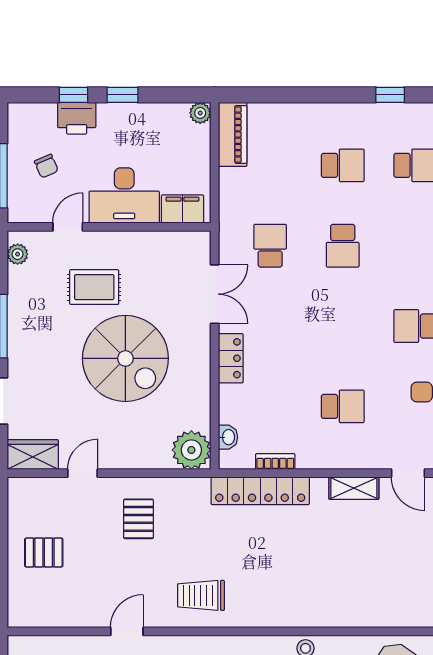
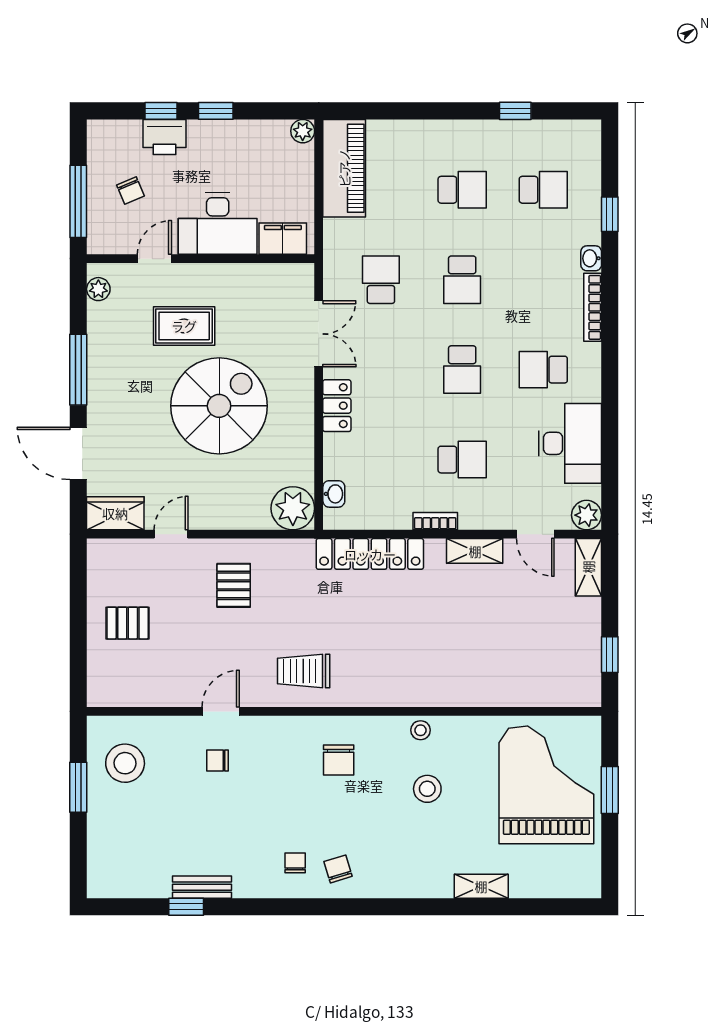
piano: (233, 134) -> (344, 168), width x1.37, depth x1.33
school desk: (343, 326) -> (462, 370), added
spiral stairs: (125, 358) -> (219, 406), turned -90
bookcase: (275, 461) -> (435, 521), moved

